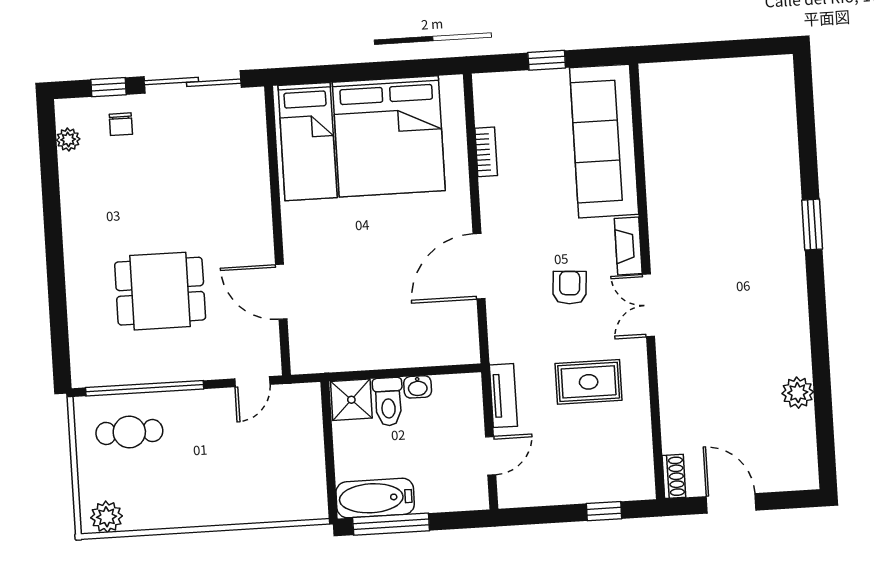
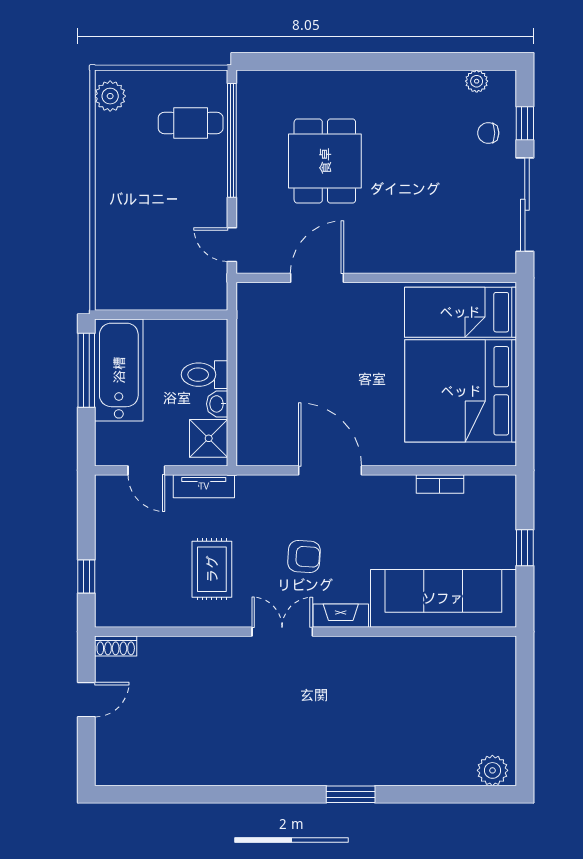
plant: (798, 393) -> (492, 770), moved
shower: (351, 400) -> (209, 438), moved
cafe table: (129, 432) -> (191, 123), turned 90
bathtub: (375, 498) -> (119, 370), width x1.36, depth x1.36
door: (731, 503) -> (86, 700), width x0.73

